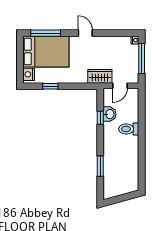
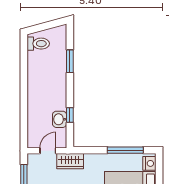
window: (50, 86) -> (125, 150), width x2.17
toilet: (129, 129) -> (38, 44), moved

